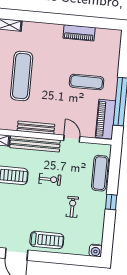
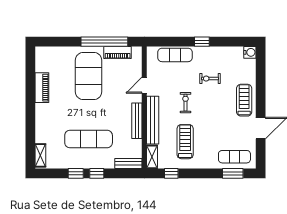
exercise mat: (87, 82) -> (89, 76), width x2.00, depth x1.45
piano: (105, 119) -> (118, 53), width x0.73, depth x0.75

